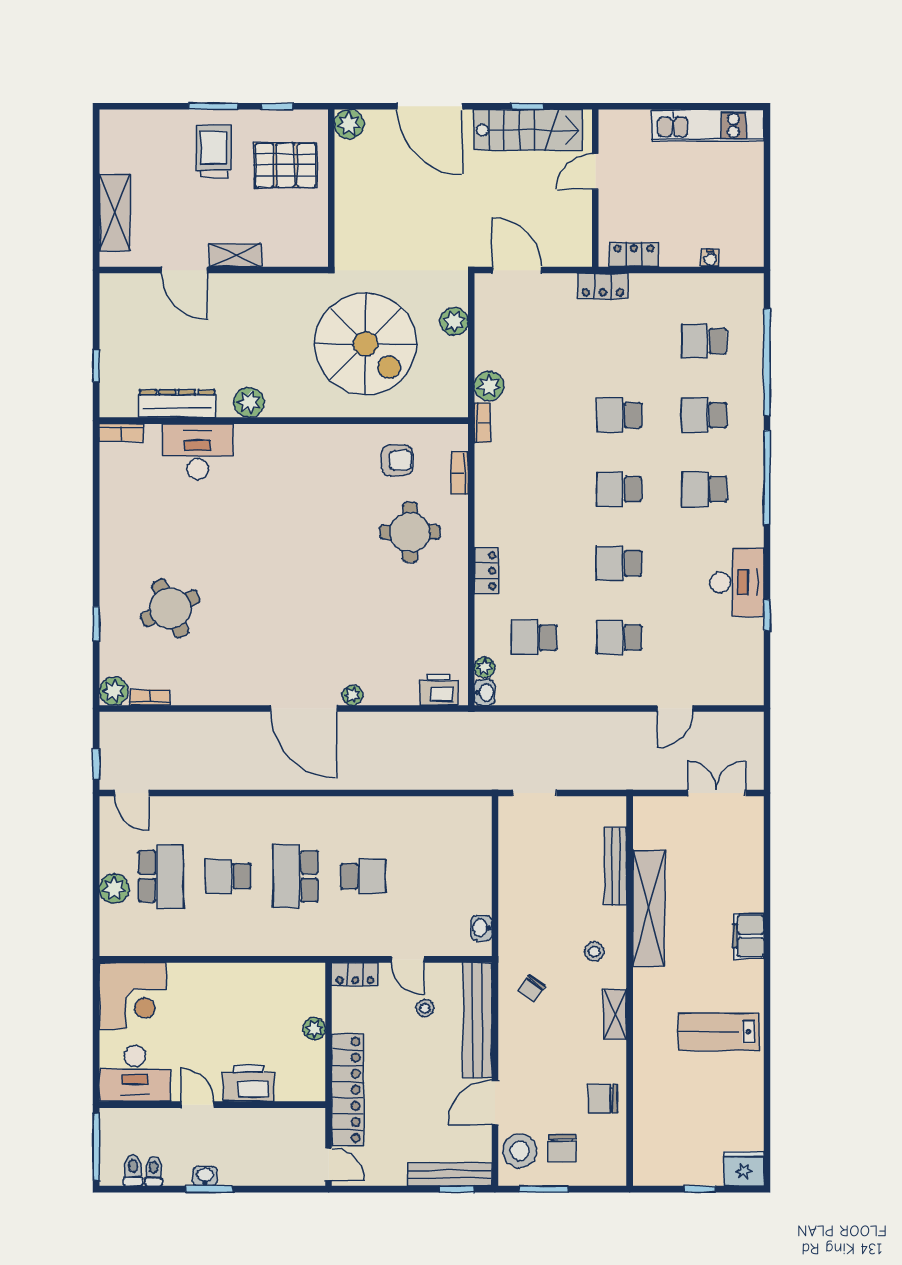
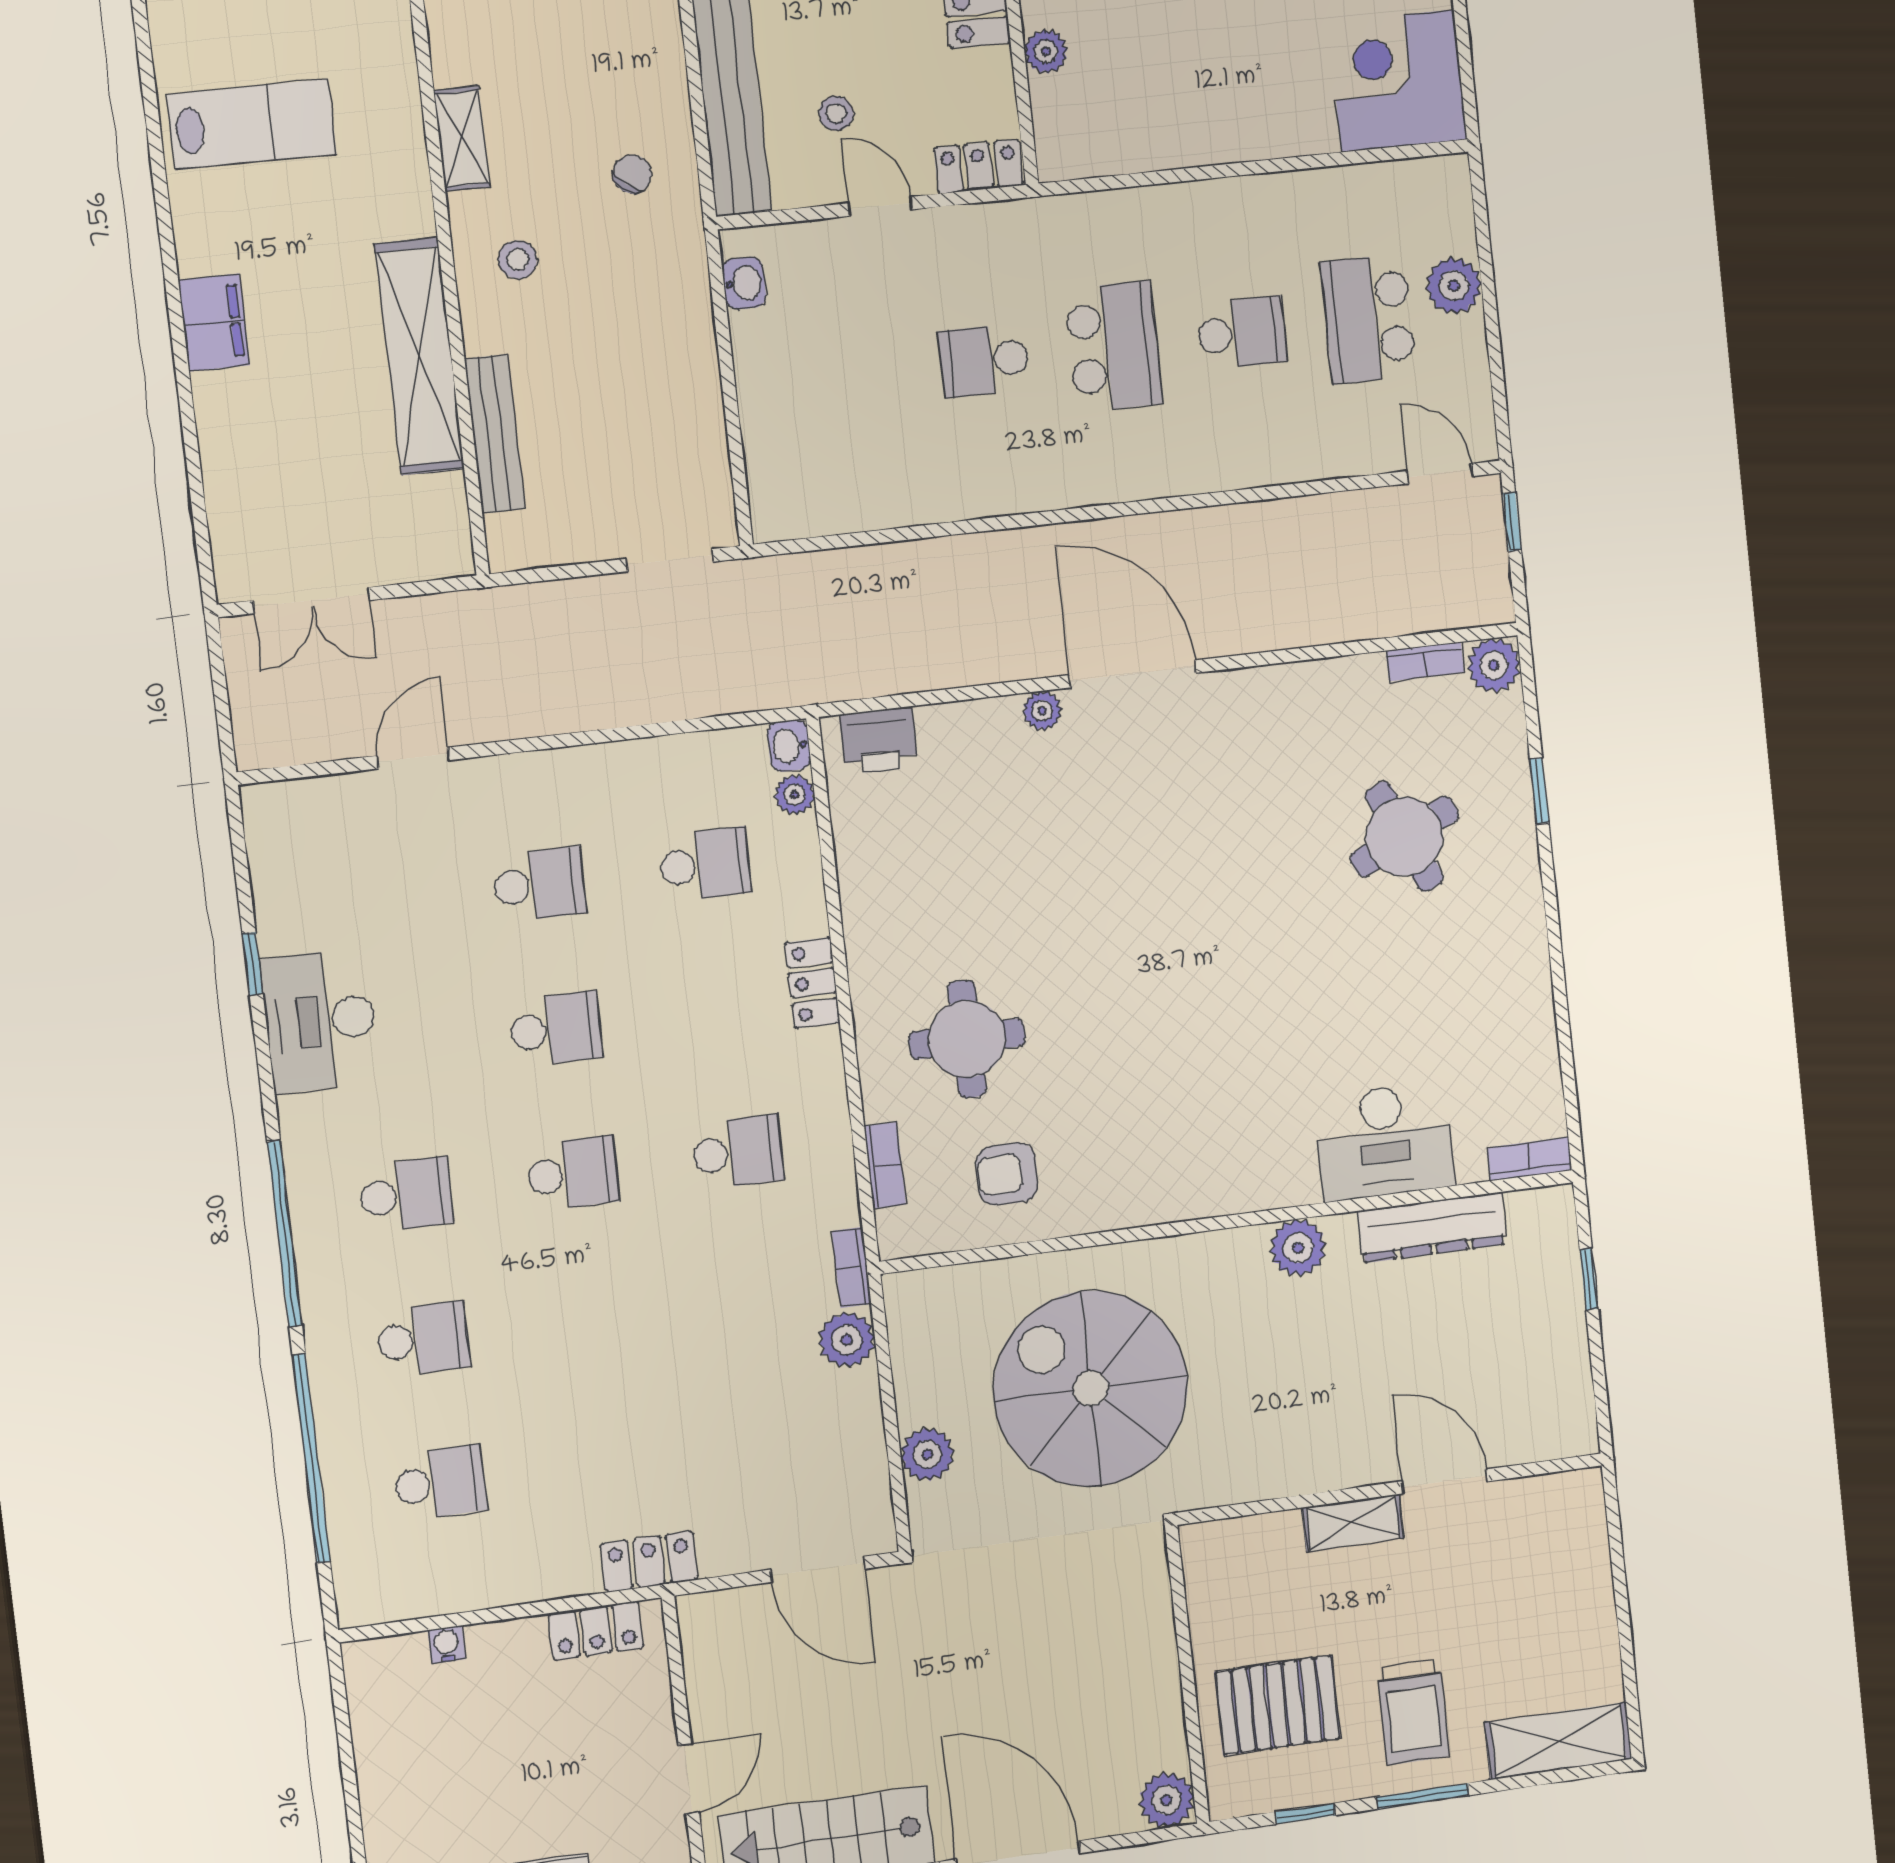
shelving: (115, 213) -> (1558, 1741), moved, turned 90
school desk: (619, 415) -> (738, 1152), moved

